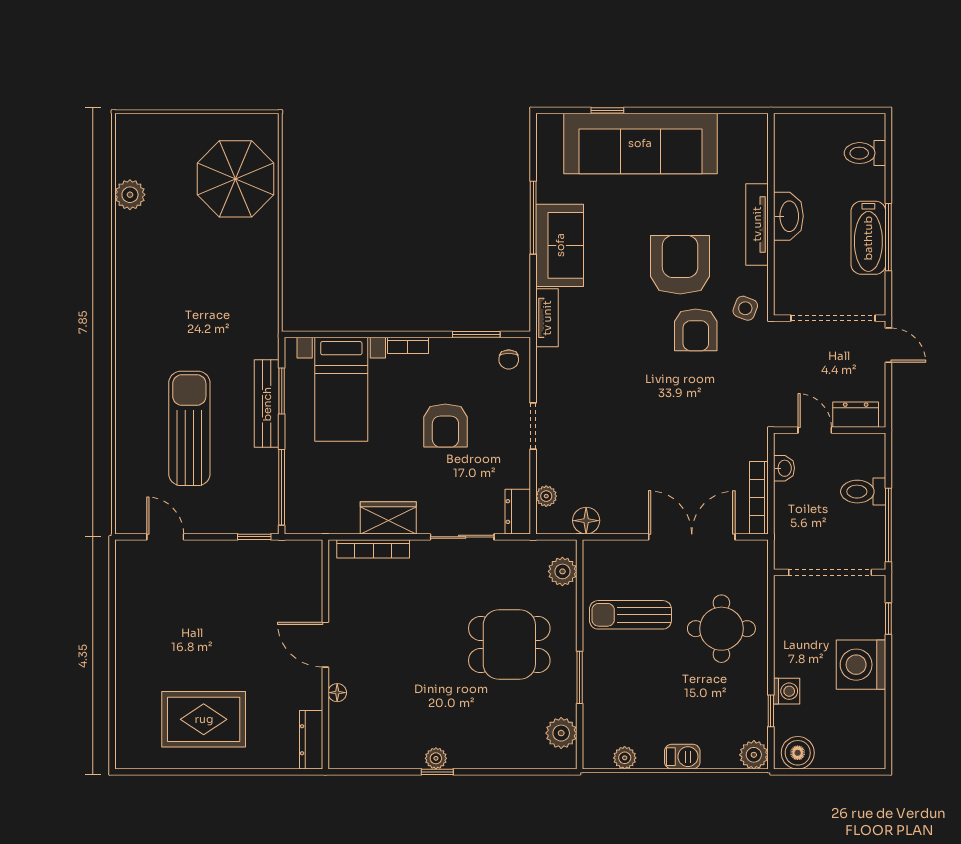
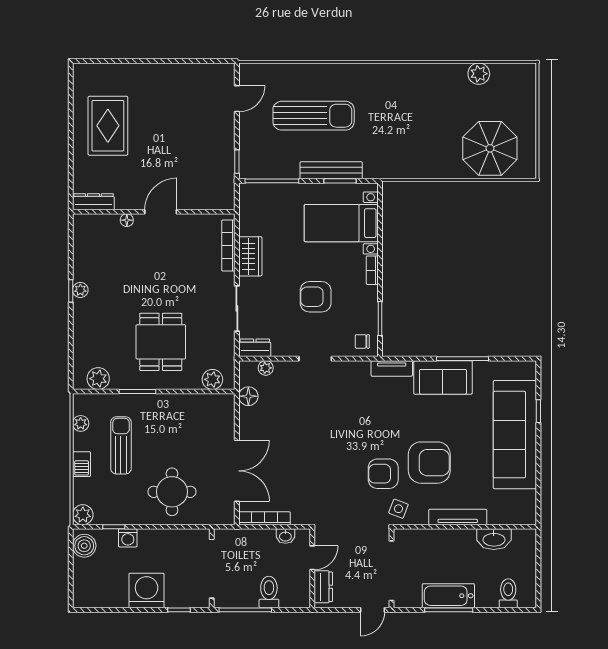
washbasin: (788, 216) -> (494, 539), moved
sun lounger: (630, 615) -> (121, 445), moved

